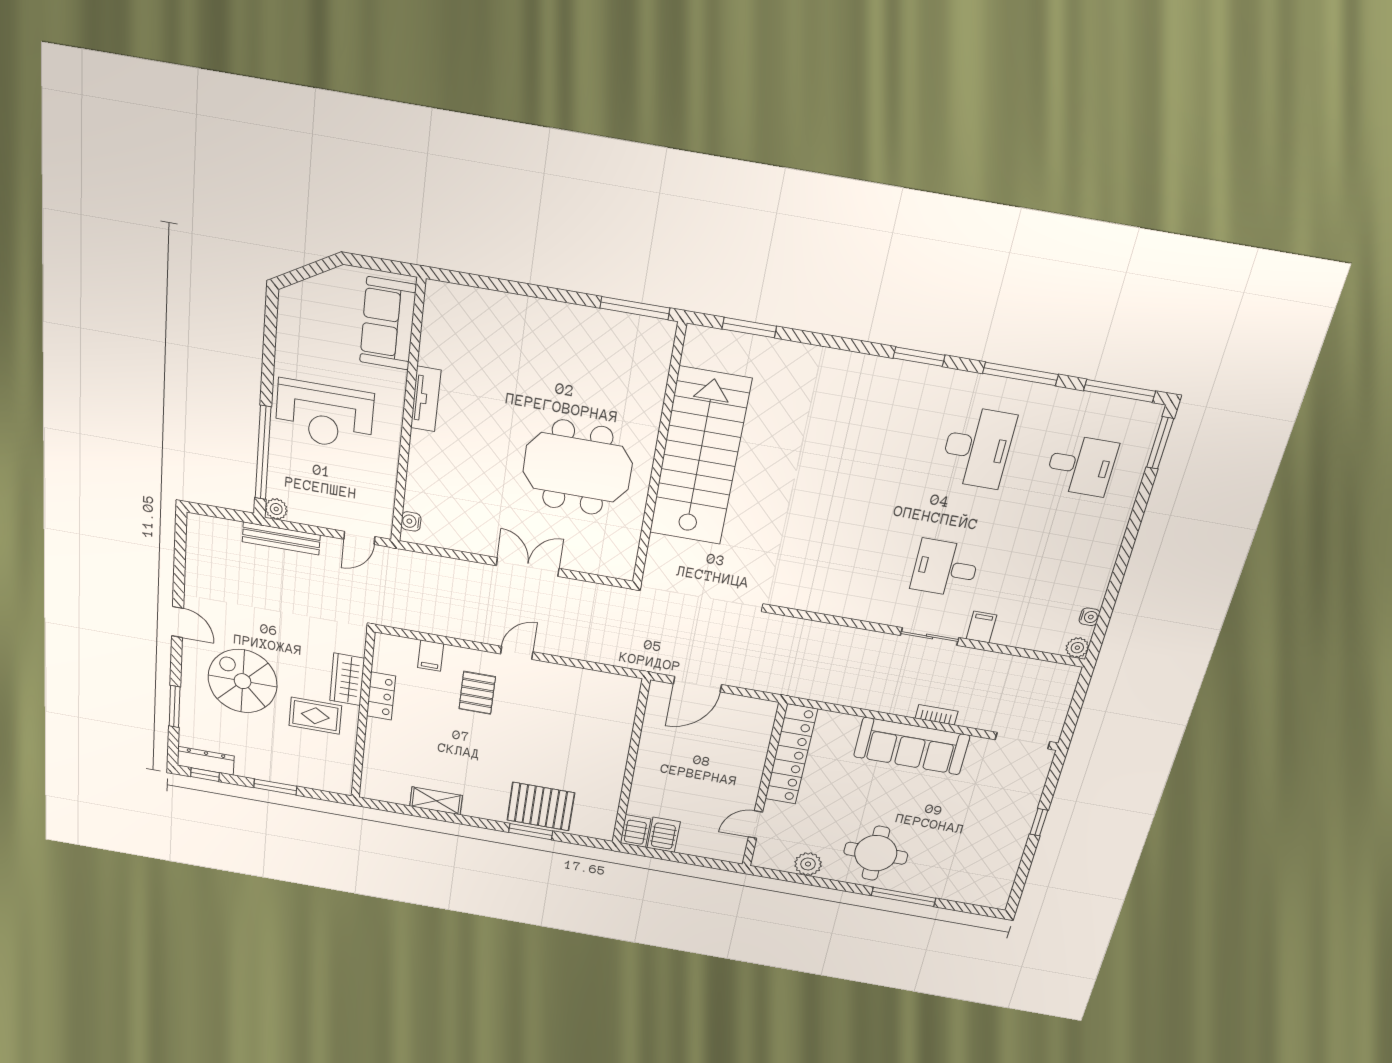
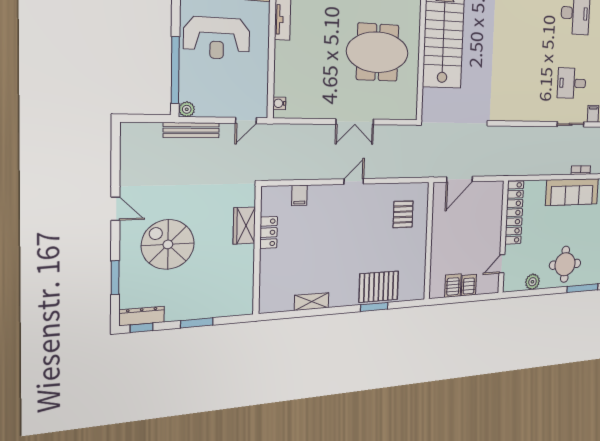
double door: (528, 567) -> (355, 122), swing flipped
pallet: (477, 693) -> (403, 214), moved
rug: (315, 716) -> (223, 259), removed
server rack: (636, 831) -> (469, 285), moved

